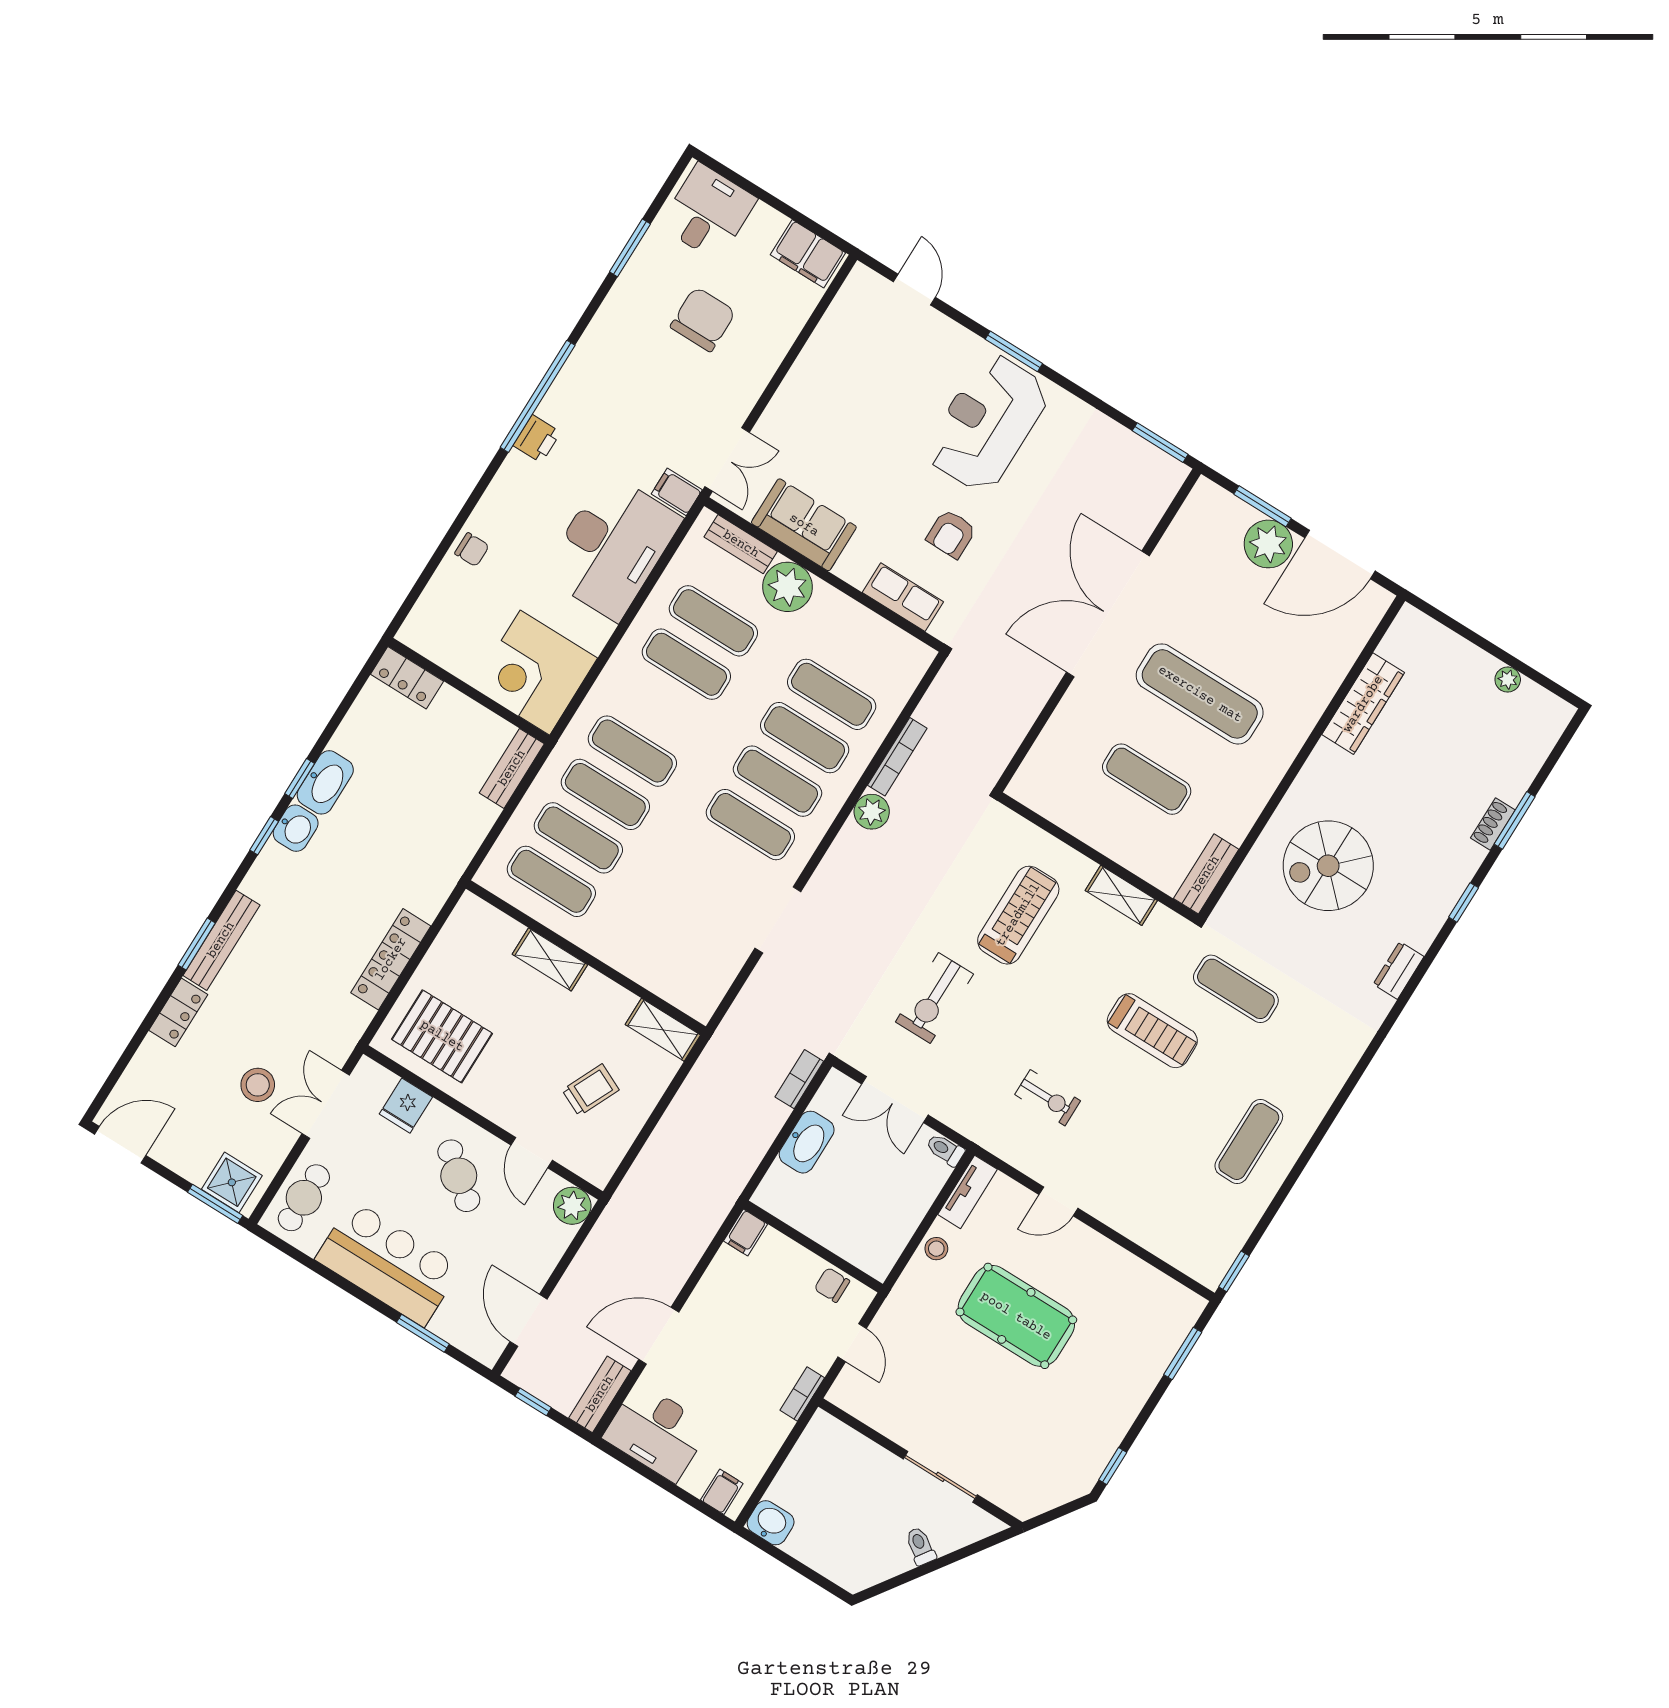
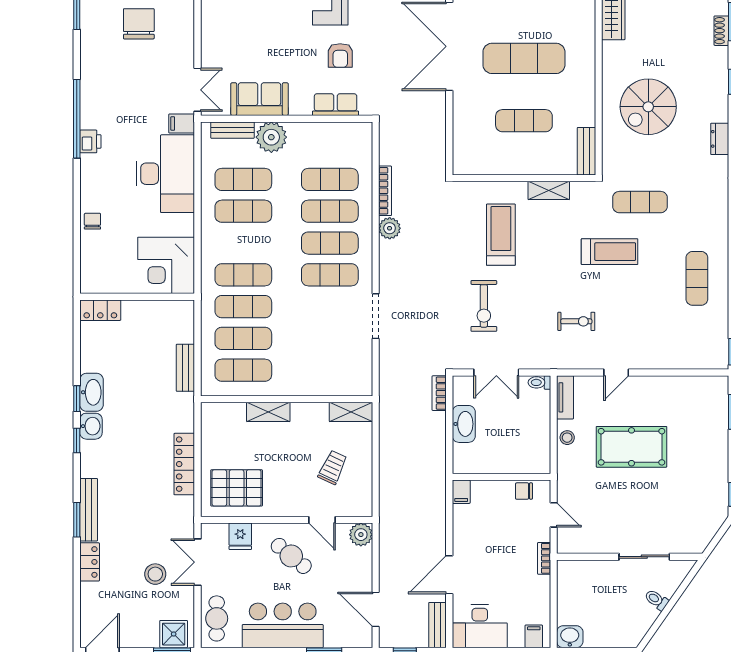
chair: (472, 550) -> (92, 221), turned -90
bench: (512, 768) -> (185, 368), moved

